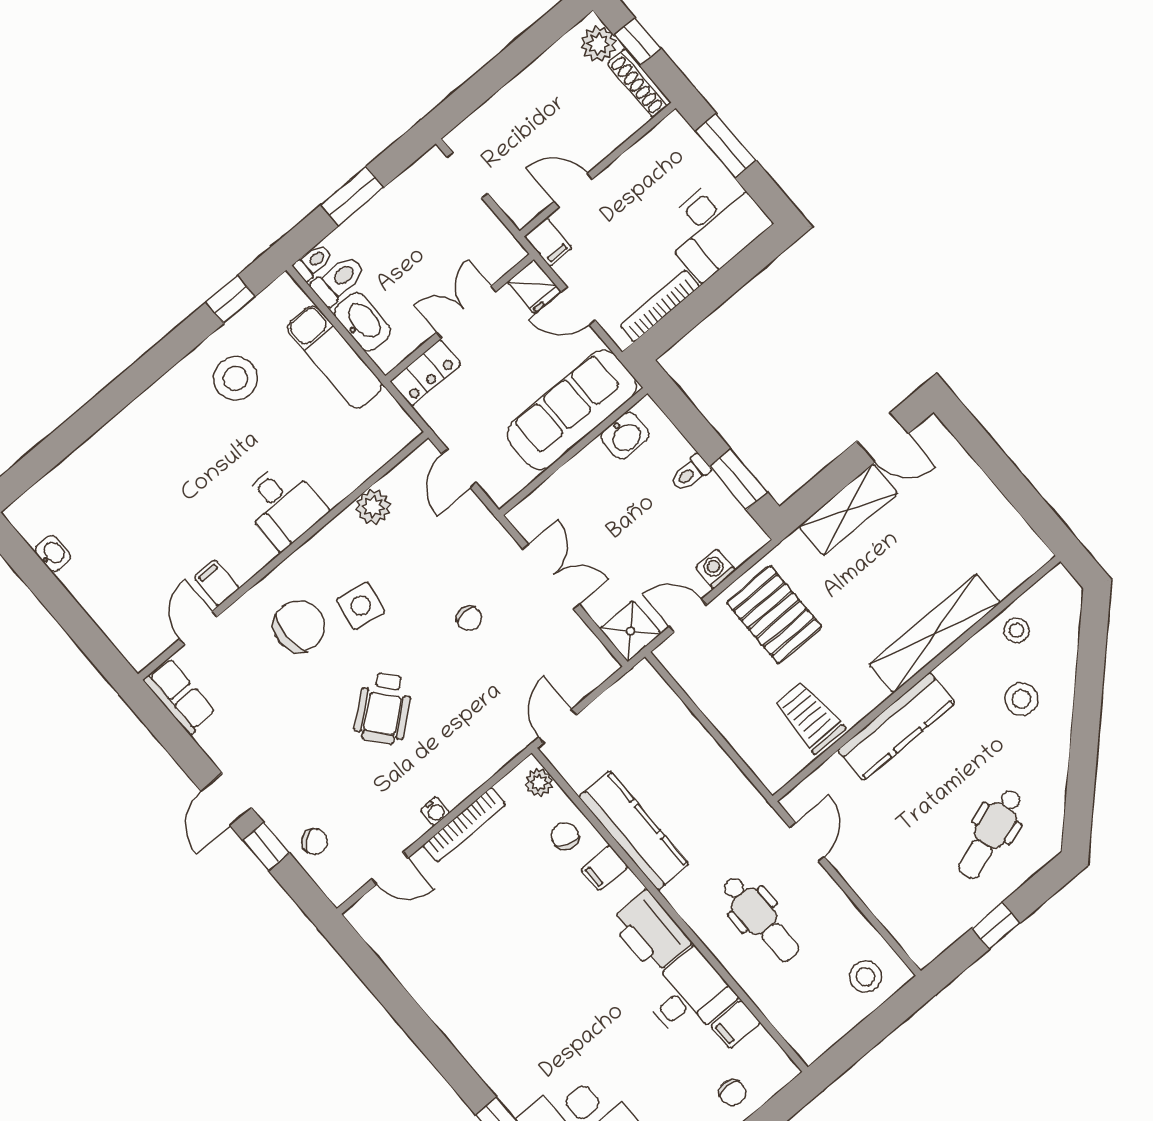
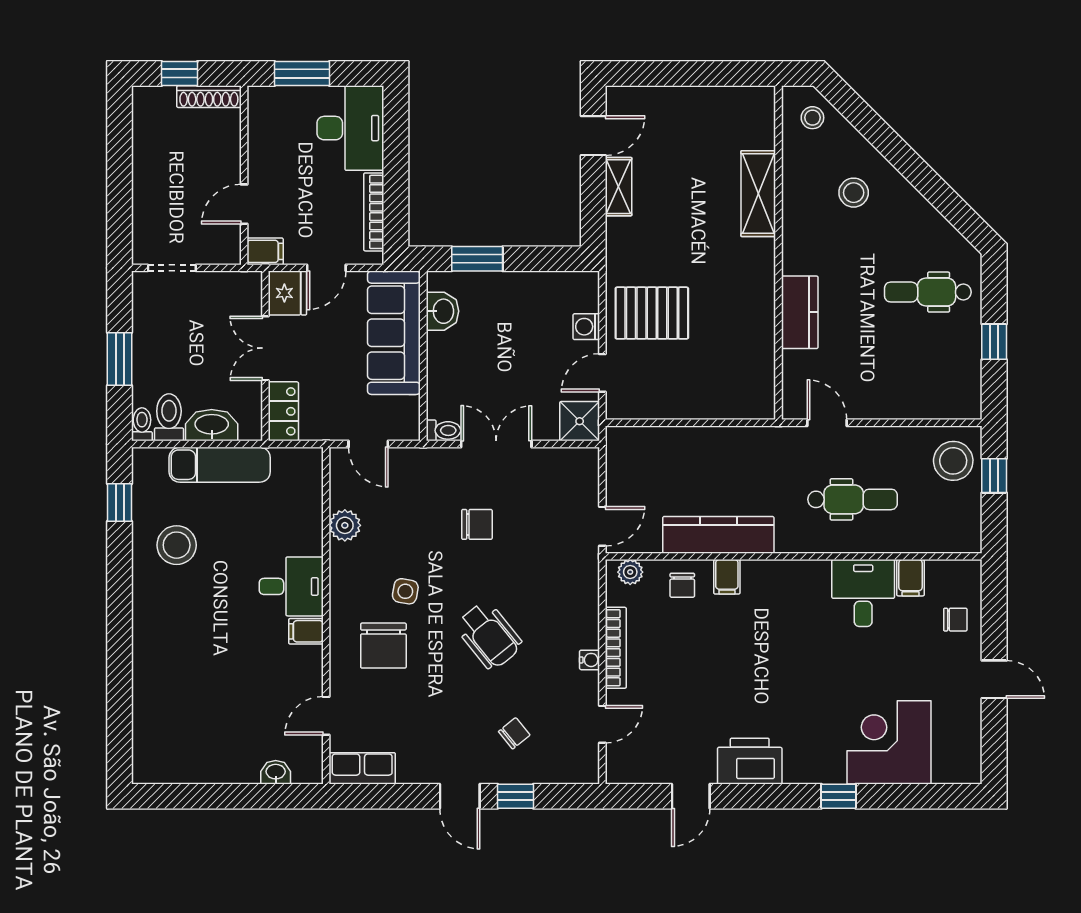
plant: (598, 44) -> (158, 102), removed
fridge: (534, 287) -> (287, 293), width x1.38
toilet: (690, 473) -> (443, 430), moved, turned -90
window: (738, 479) -> (477, 259), moved
shelving: (848, 510) -> (619, 187), width x0.67, depth x0.75
washbasin: (53, 554) -> (276, 772), moved
filing cabinet: (217, 583) -> (306, 631), moved
side table: (361, 606) -> (405, 591), width x0.73, depth x0.73
chair: (469, 618) -> (477, 524), width x1.37, depth x1.37
chair: (299, 626) -> (383, 646), turned 180
door: (198, 628) -> (326, 716), hinge flipped
stool: (1017, 630) -> (812, 118), moved
shelving: (935, 633) -> (758, 194), width x0.68
trolley: (810, 717) -> (743, 348), removed
door: (558, 726) -> (602, 526), swing flipped
kitchen counter: (897, 726) -> (800, 312), width x0.67
dental chair: (990, 834) -> (928, 292), turned 109
chair: (565, 836) -> (682, 585), turned -109
chair: (315, 841) -> (514, 733), moved
printer: (650, 932) -> (750, 761), moved, turned 180
stool: (865, 977) -> (953, 461), width x1.38, depth x1.38
door: (392, 995) -> (691, 796), added
window: (882, 1022) -> (994, 476), added

